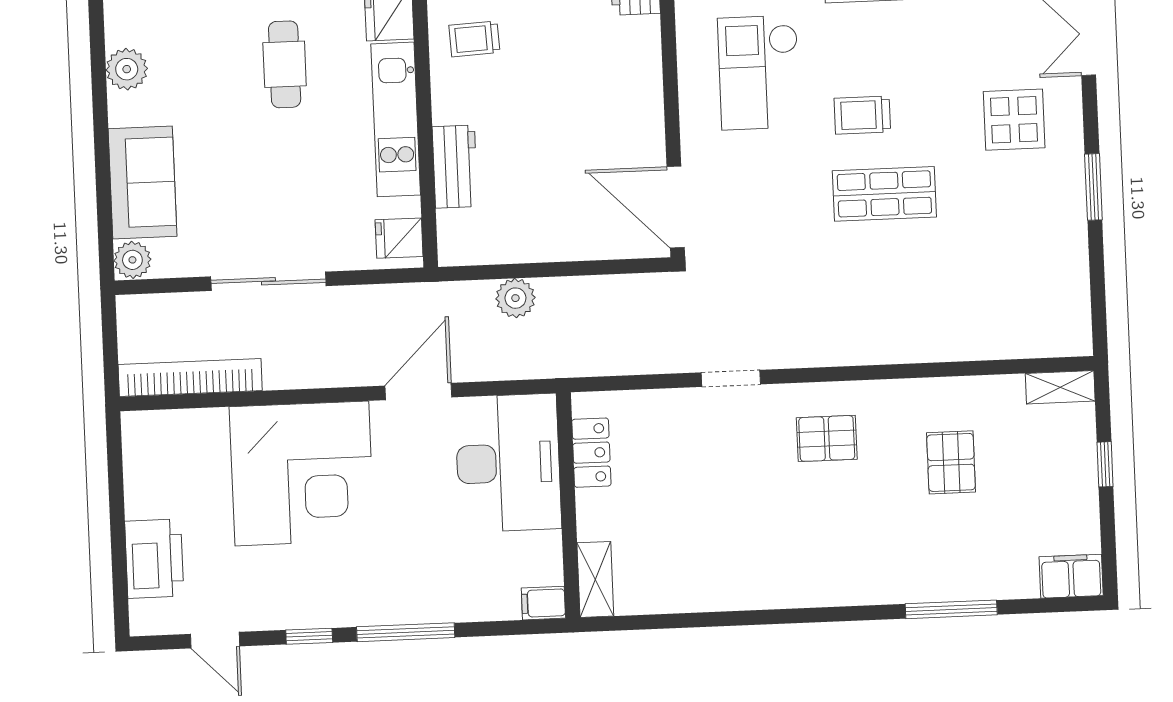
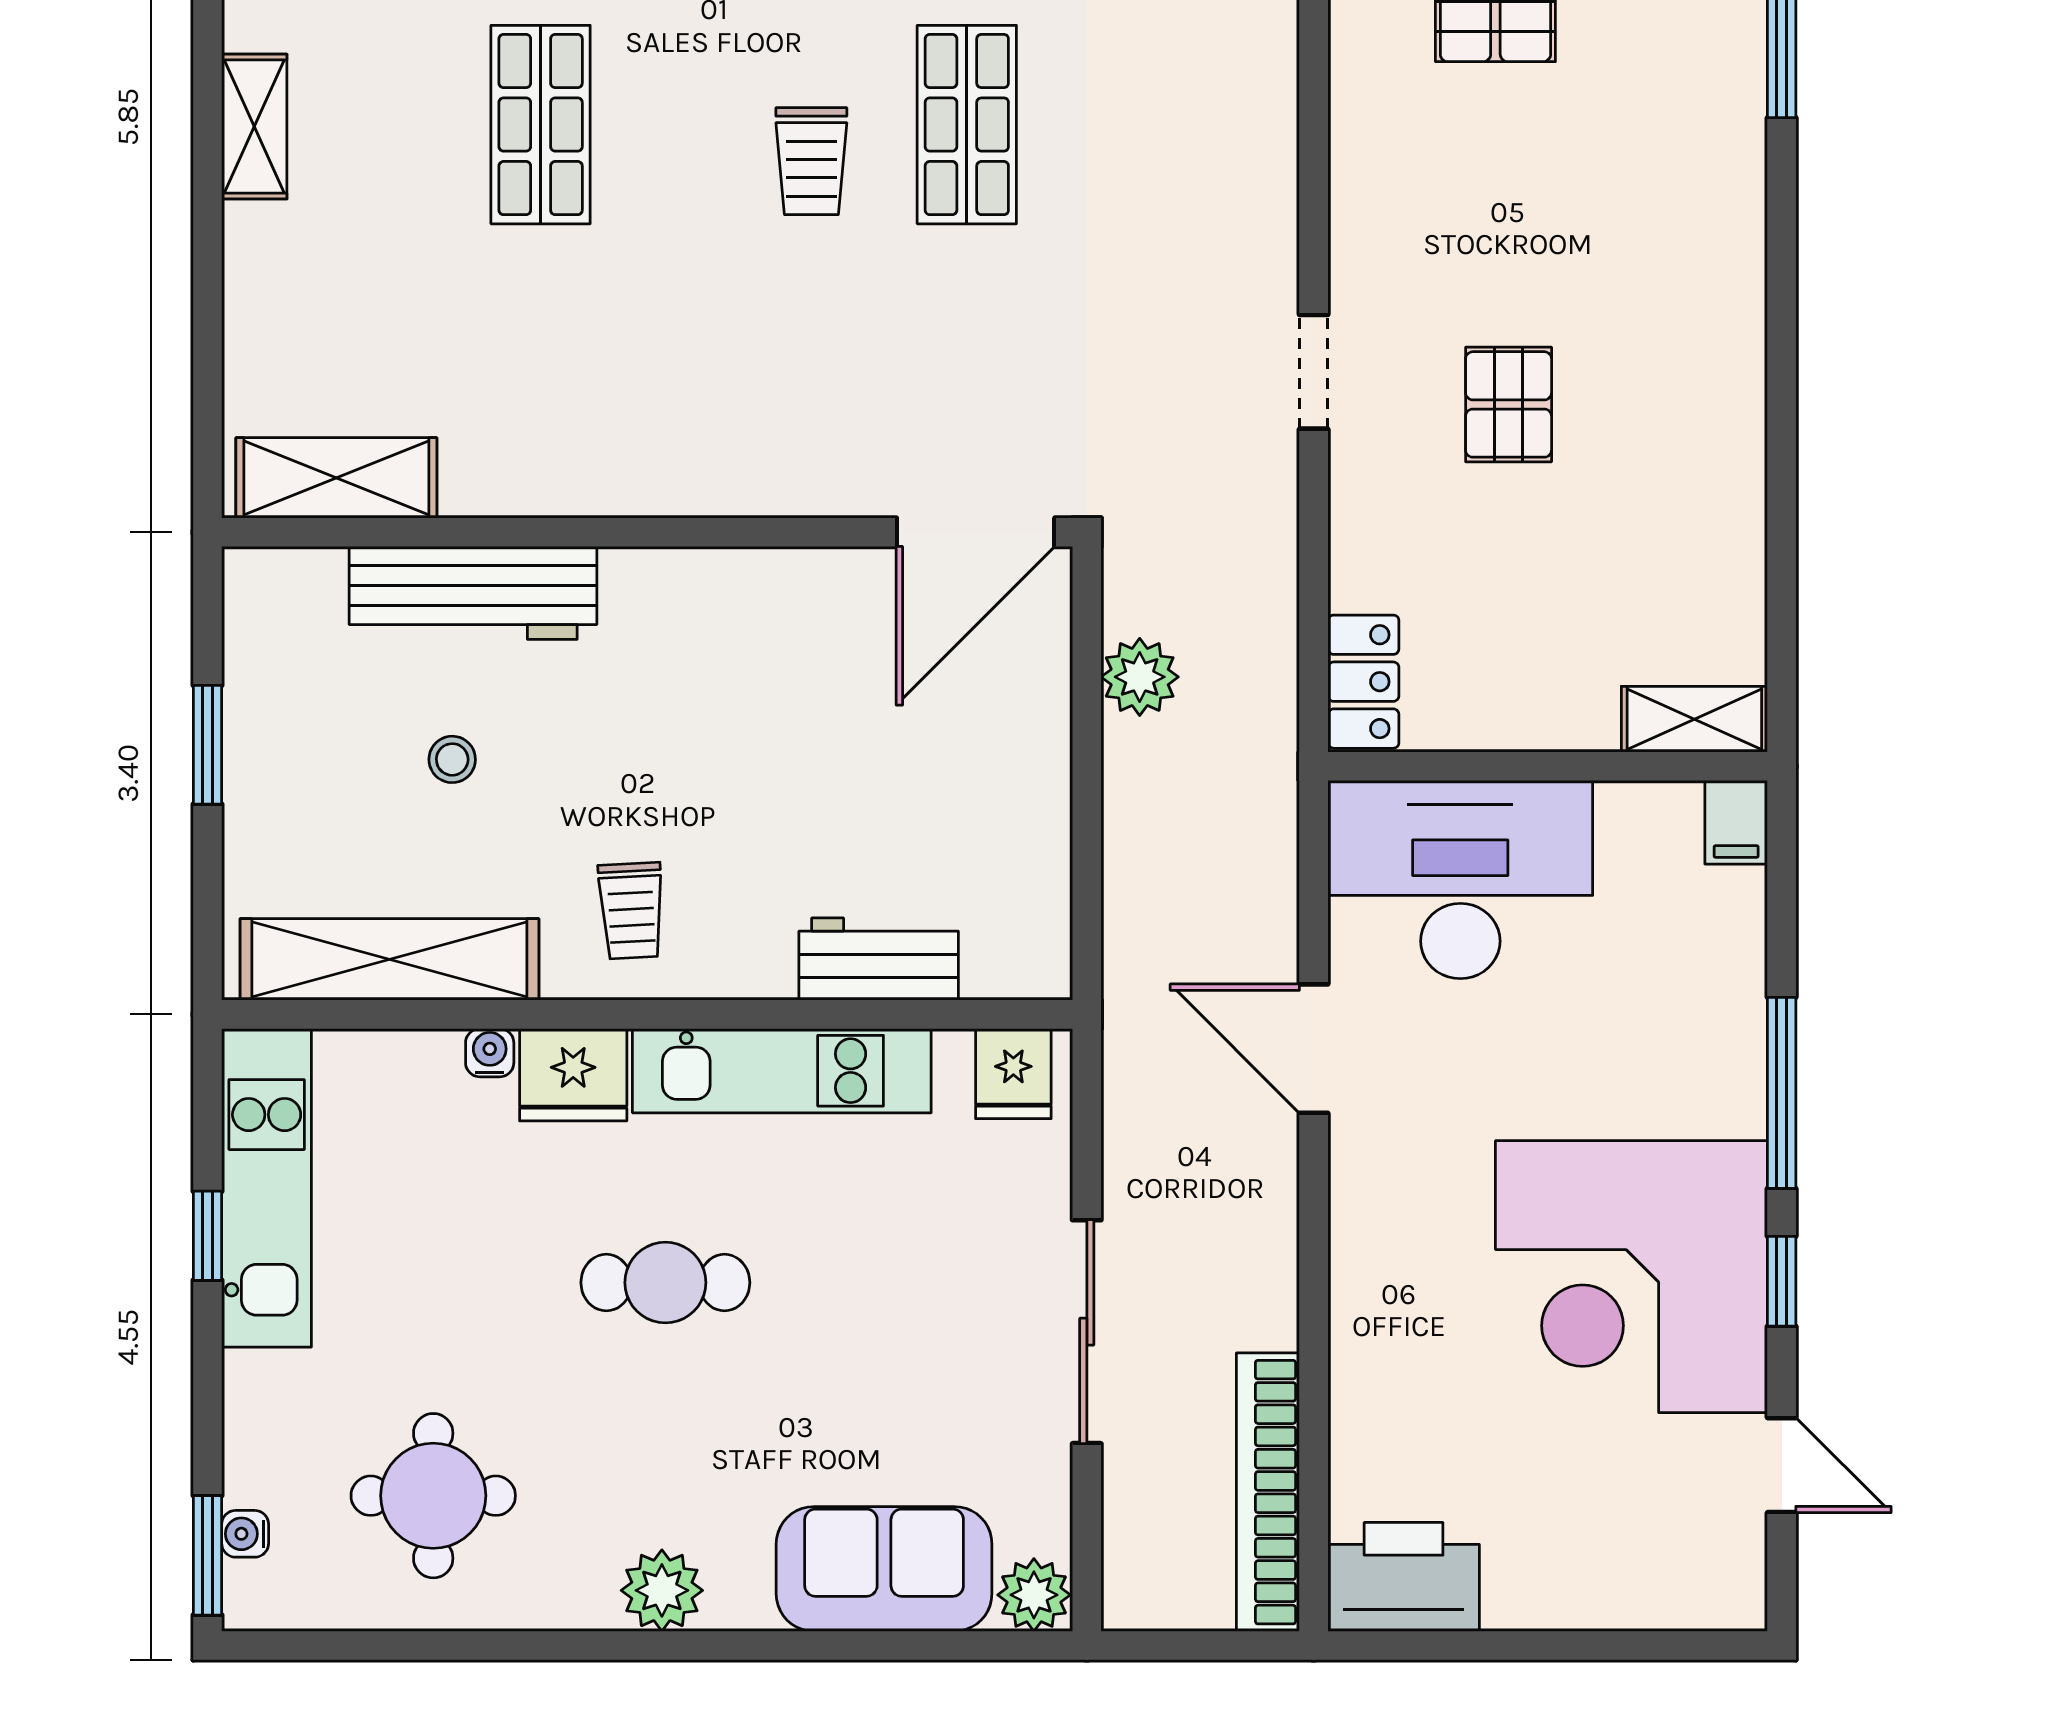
checkout: (759, 73) -> (720, 359), removed
plant: (515, 298) -> (1140, 677), moved
doorway: (731, 378) -> (1314, 372), moved
pallet: (827, 438) -> (1509, 404), moved
locker: (591, 453) -> (1363, 682), moved, turned 90
corner desk: (302, 473) -> (1631, 1277), moved, turned 180
printer: (154, 559) -> (1404, 1577), moved
door: (215, 640) -> (1782, 1465), hinge flipped

